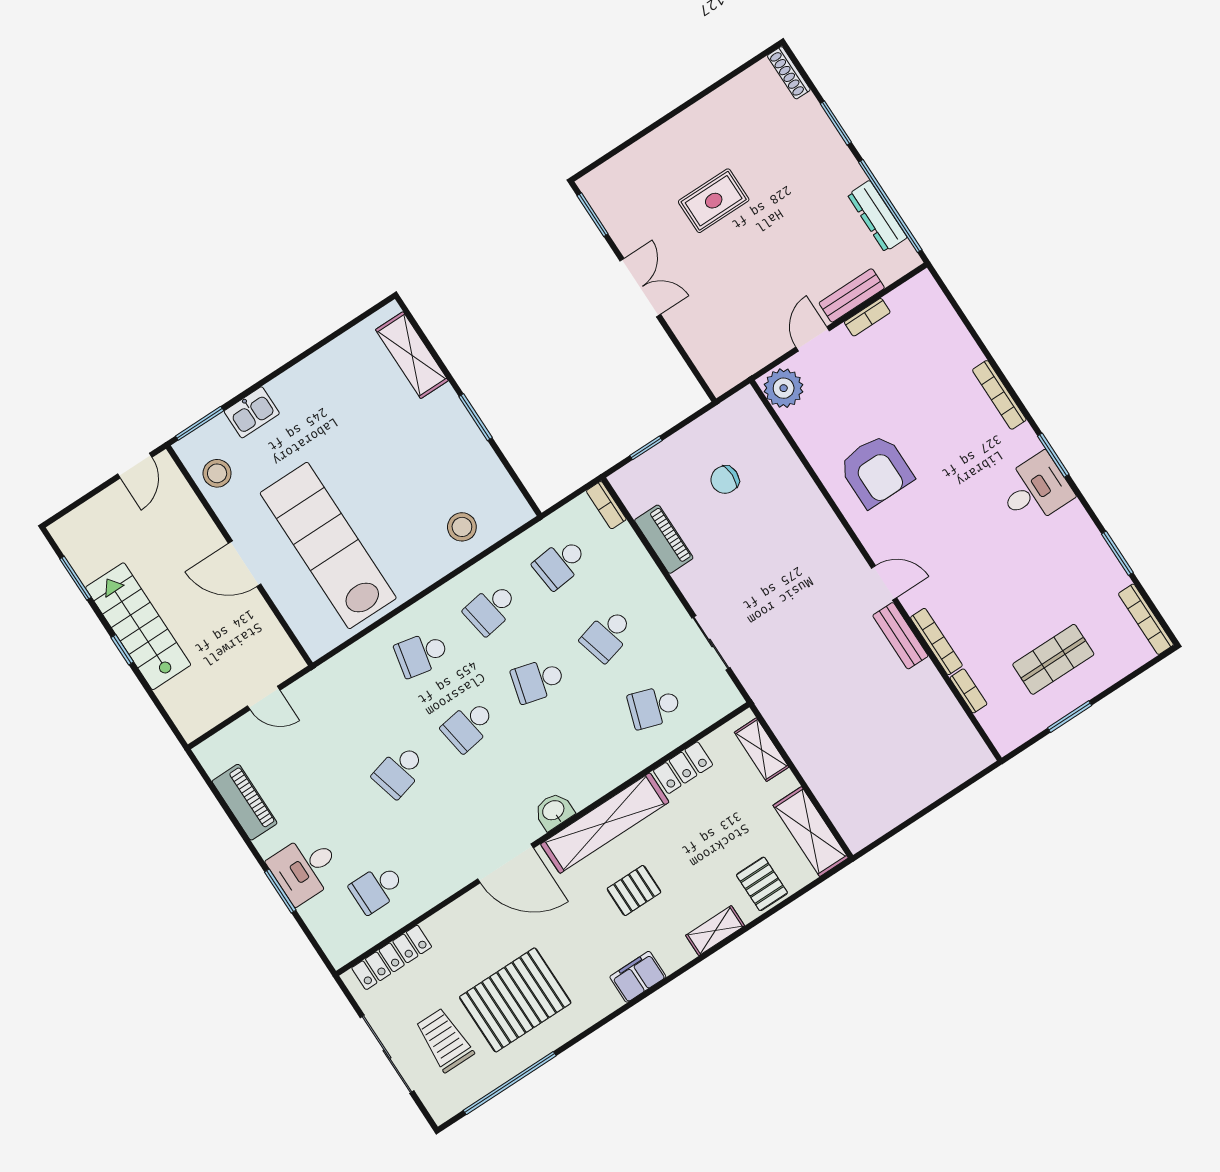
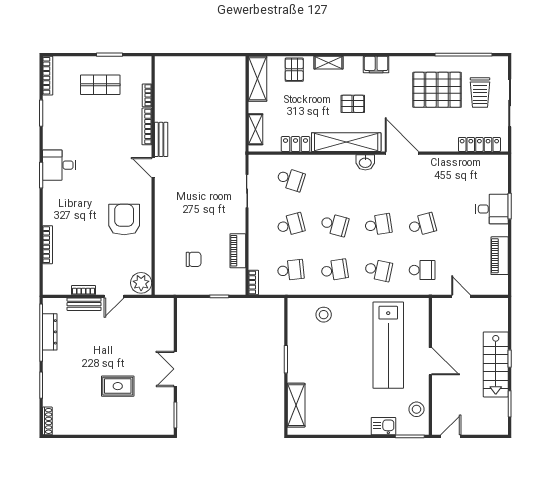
bookcase: (999, 395) -> (48, 245), moved
school desk: (377, 888) -> (422, 270), moved

